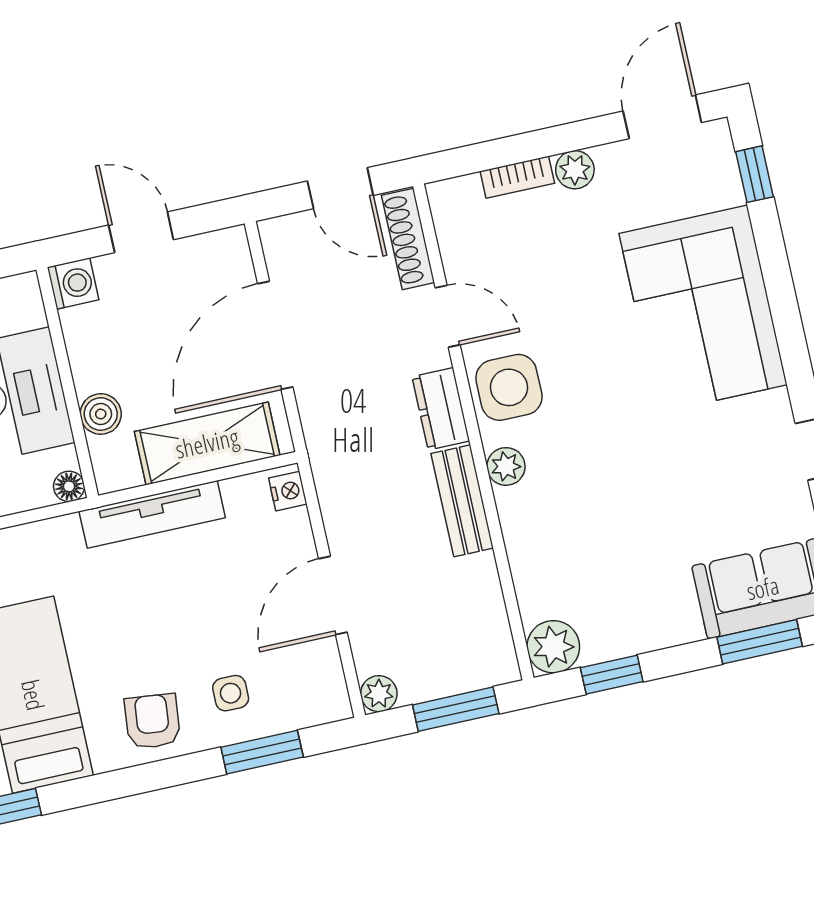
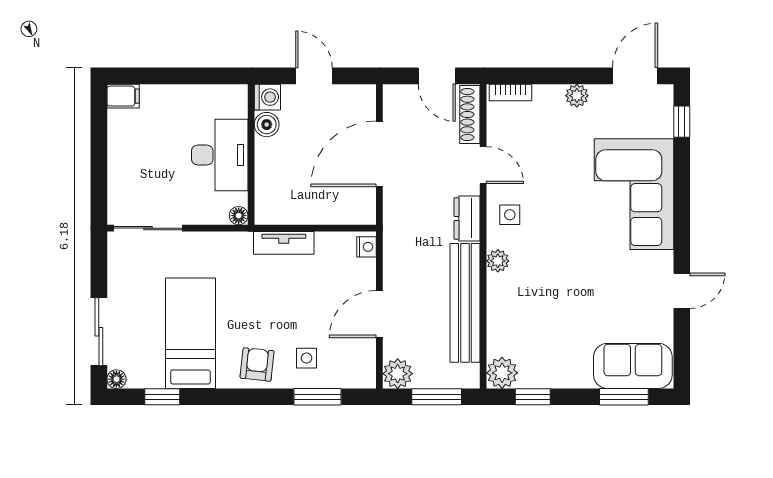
bookcase: (517, 177) -> (510, 92), moved
side table: (509, 387) -> (510, 215), width x0.54, depth x0.54
boiler: (101, 414) -> (267, 125), moved
shelving: (207, 443) -> (325, 208), removed
bench: (462, 501) -> (465, 303), width x1.86, depth x1.21
tv unit: (152, 514) -> (284, 243), width x0.71
plant: (379, 694) -> (398, 374), width x1.38, depth x1.38

